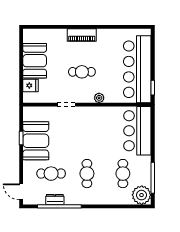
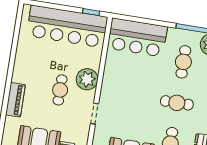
piano: (82, 35) -> (15, 100), moved
plant: (99, 98) -> (87, 79), width x1.87, depth x1.87
cafe table: (123, 174) -> (183, 62), turned 90

